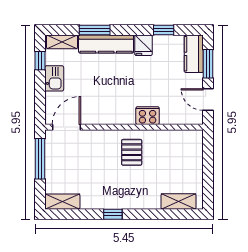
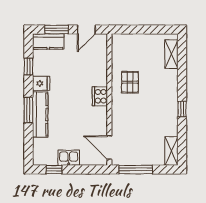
window: (95, 30) -> (28, 110), moved
shelving: (62, 42) -> (38, 151), removed
cooker: (148, 116) -> (100, 96), moved
pallet: (132, 152) -> (130, 82), moved, turned 90

